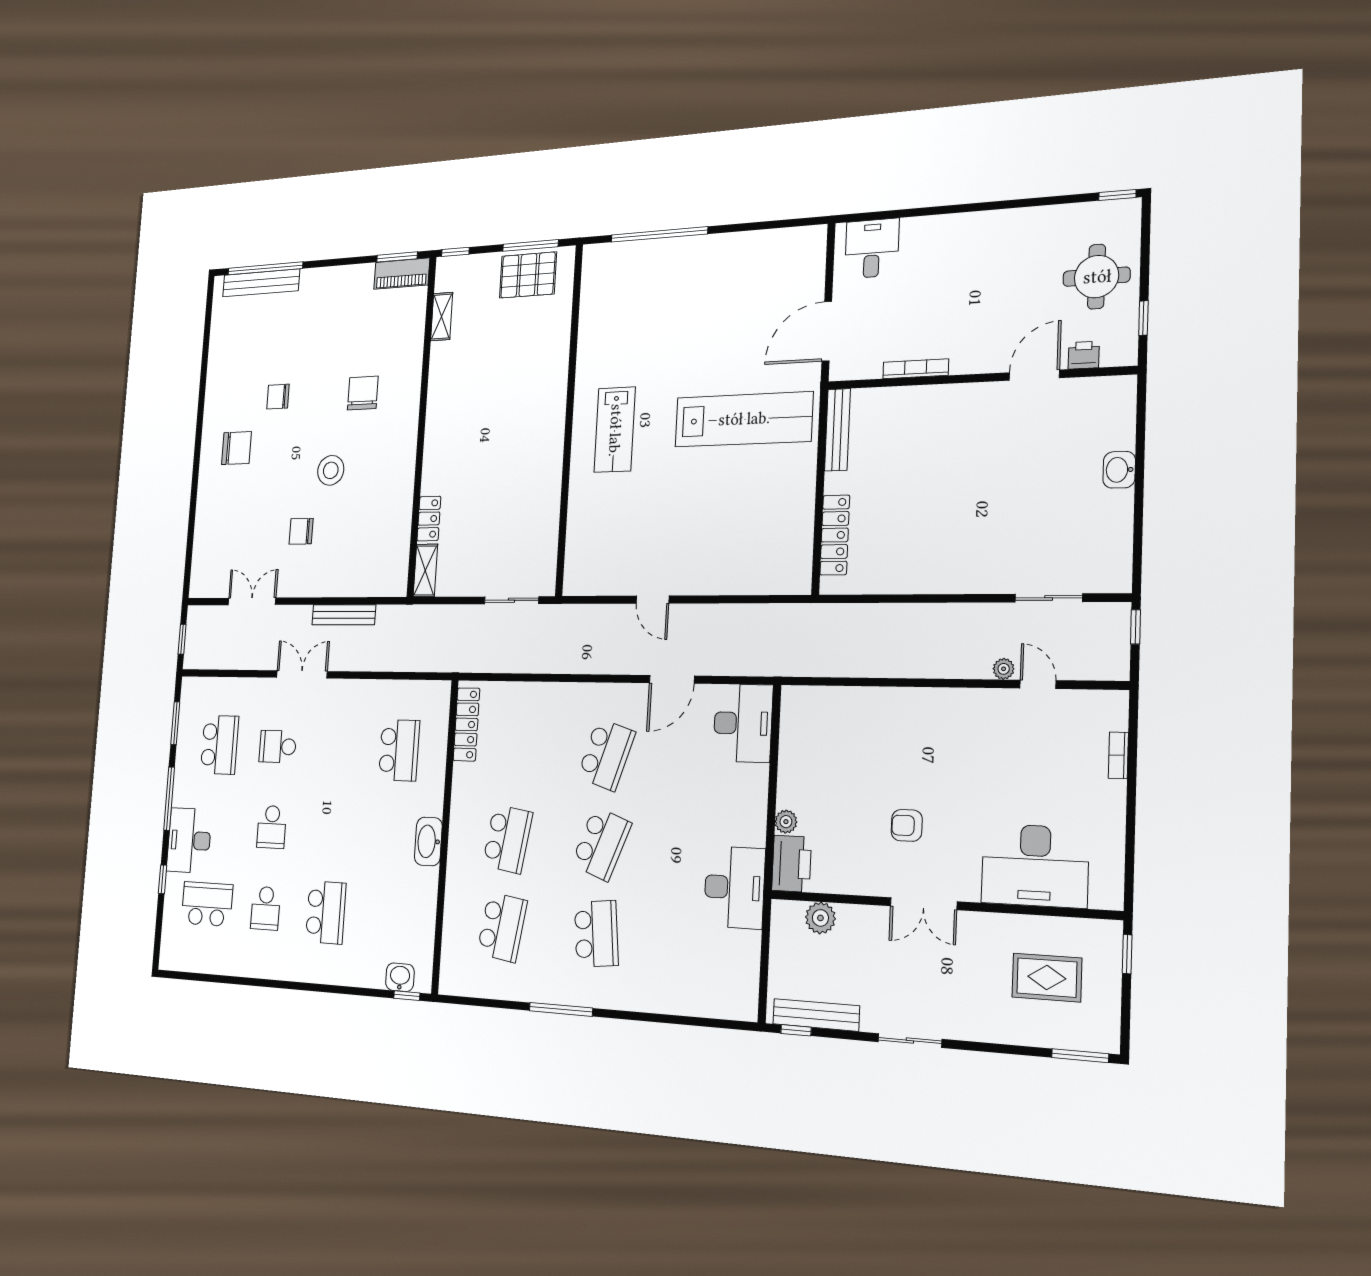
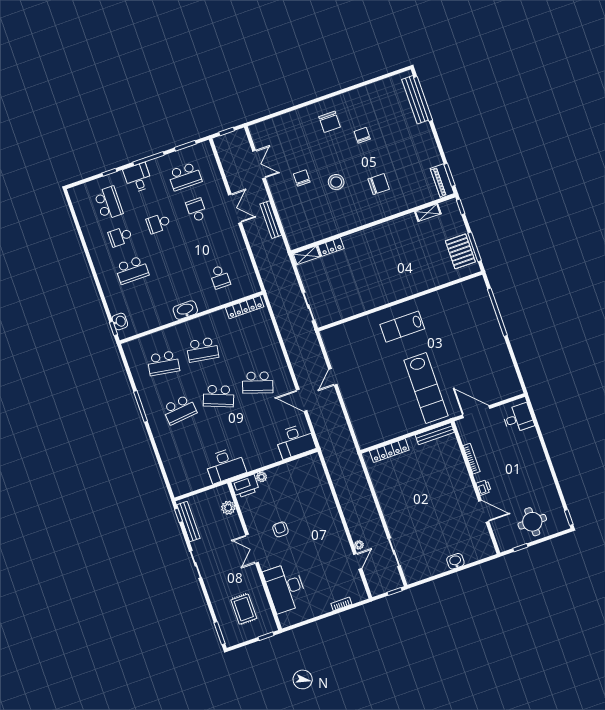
printer: (1084, 355) -> (484, 487), moved
school desk: (399, 750) -> (220, 277), width x0.54
desk: (189, 840) -> (138, 178), width x0.73

